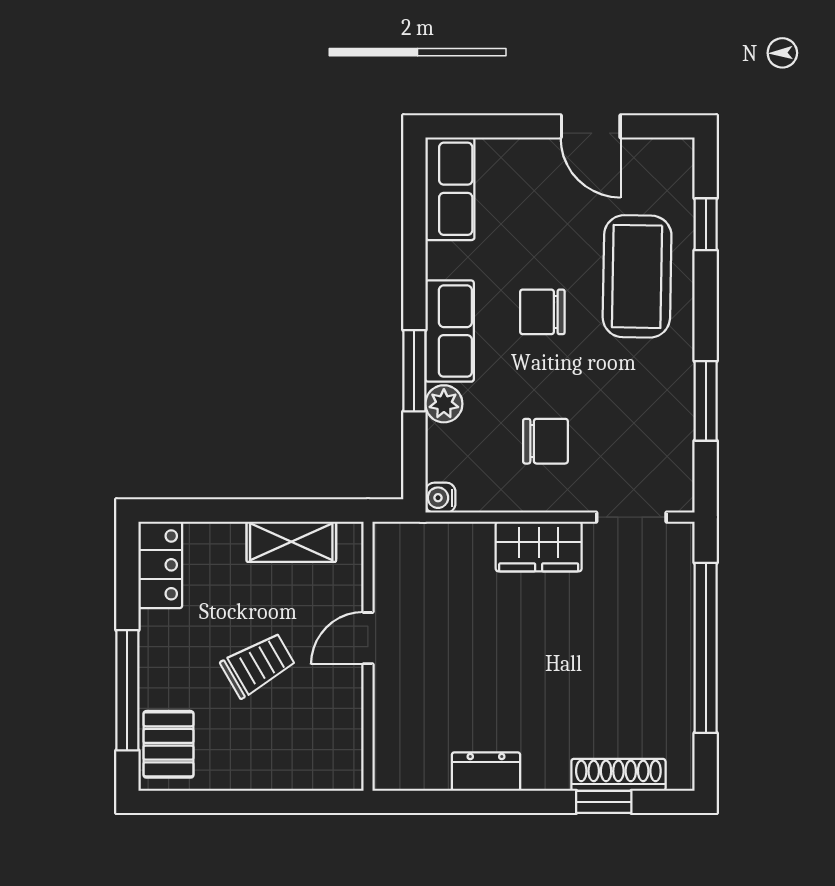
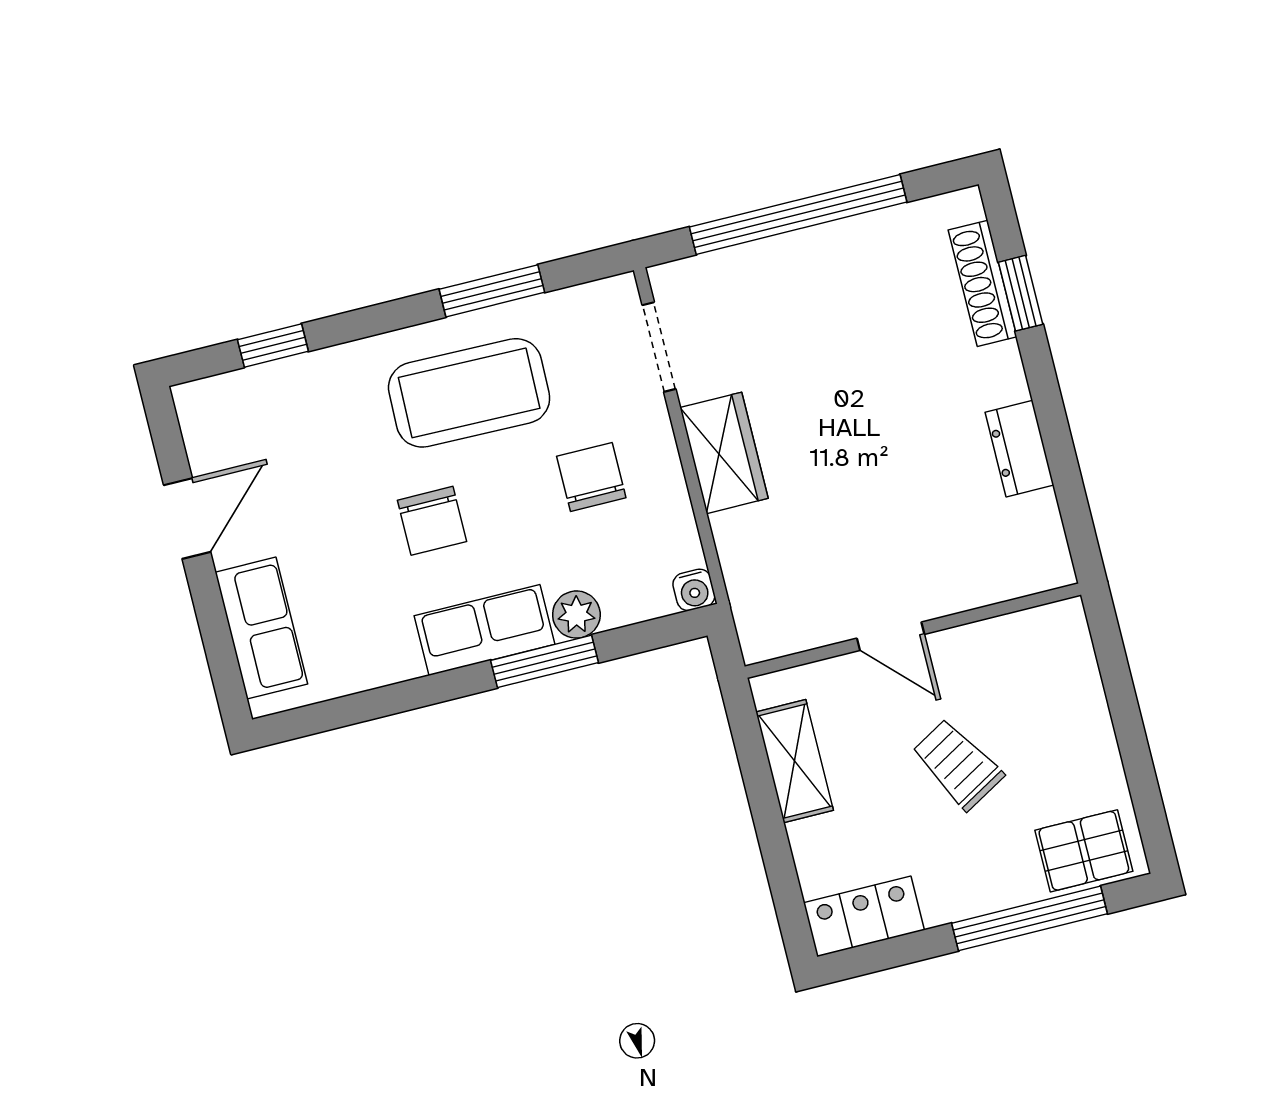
row of seats: (450, 189) -> (261, 628), moved, turned 90
coffee table: (637, 276) -> (469, 393), moved

